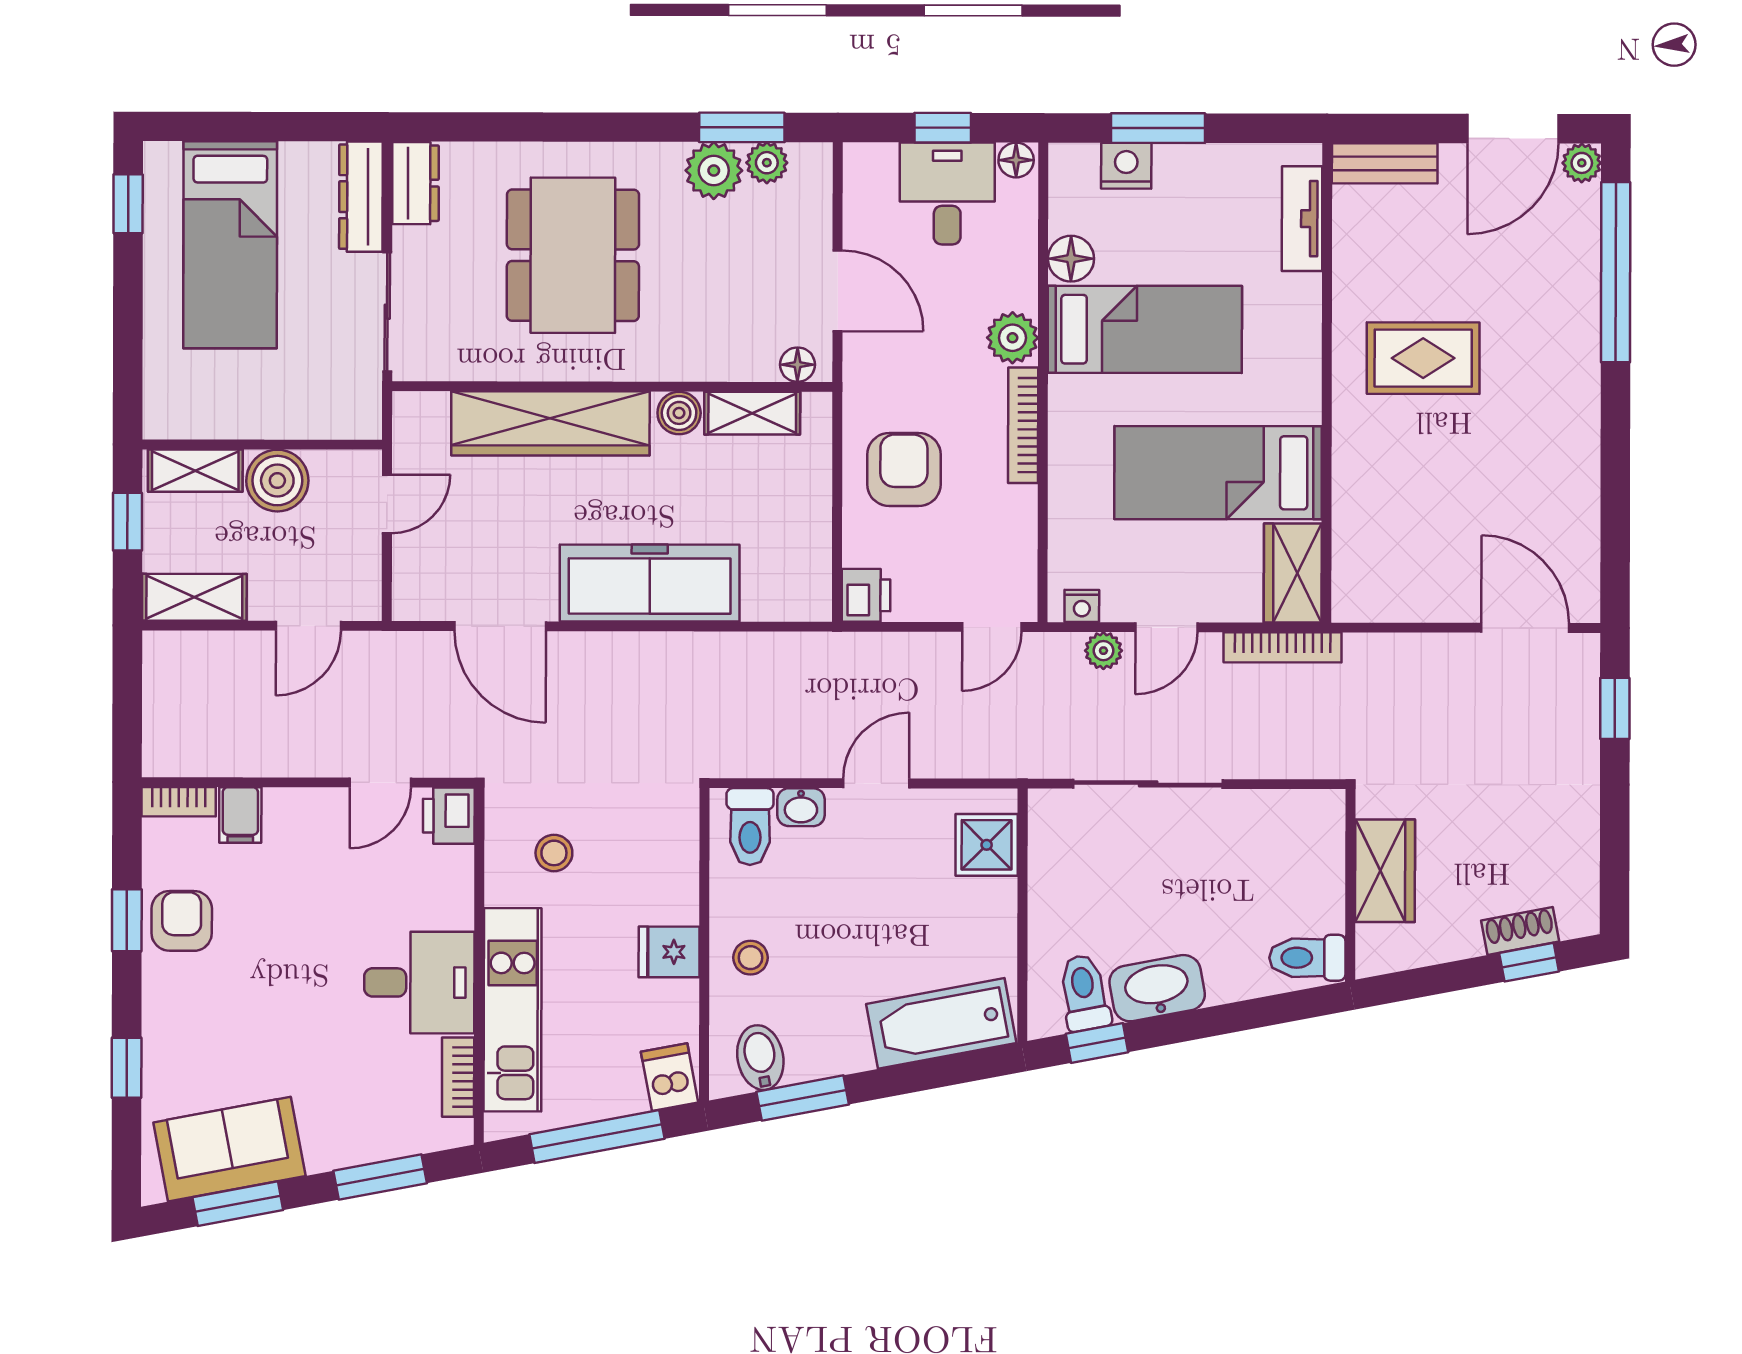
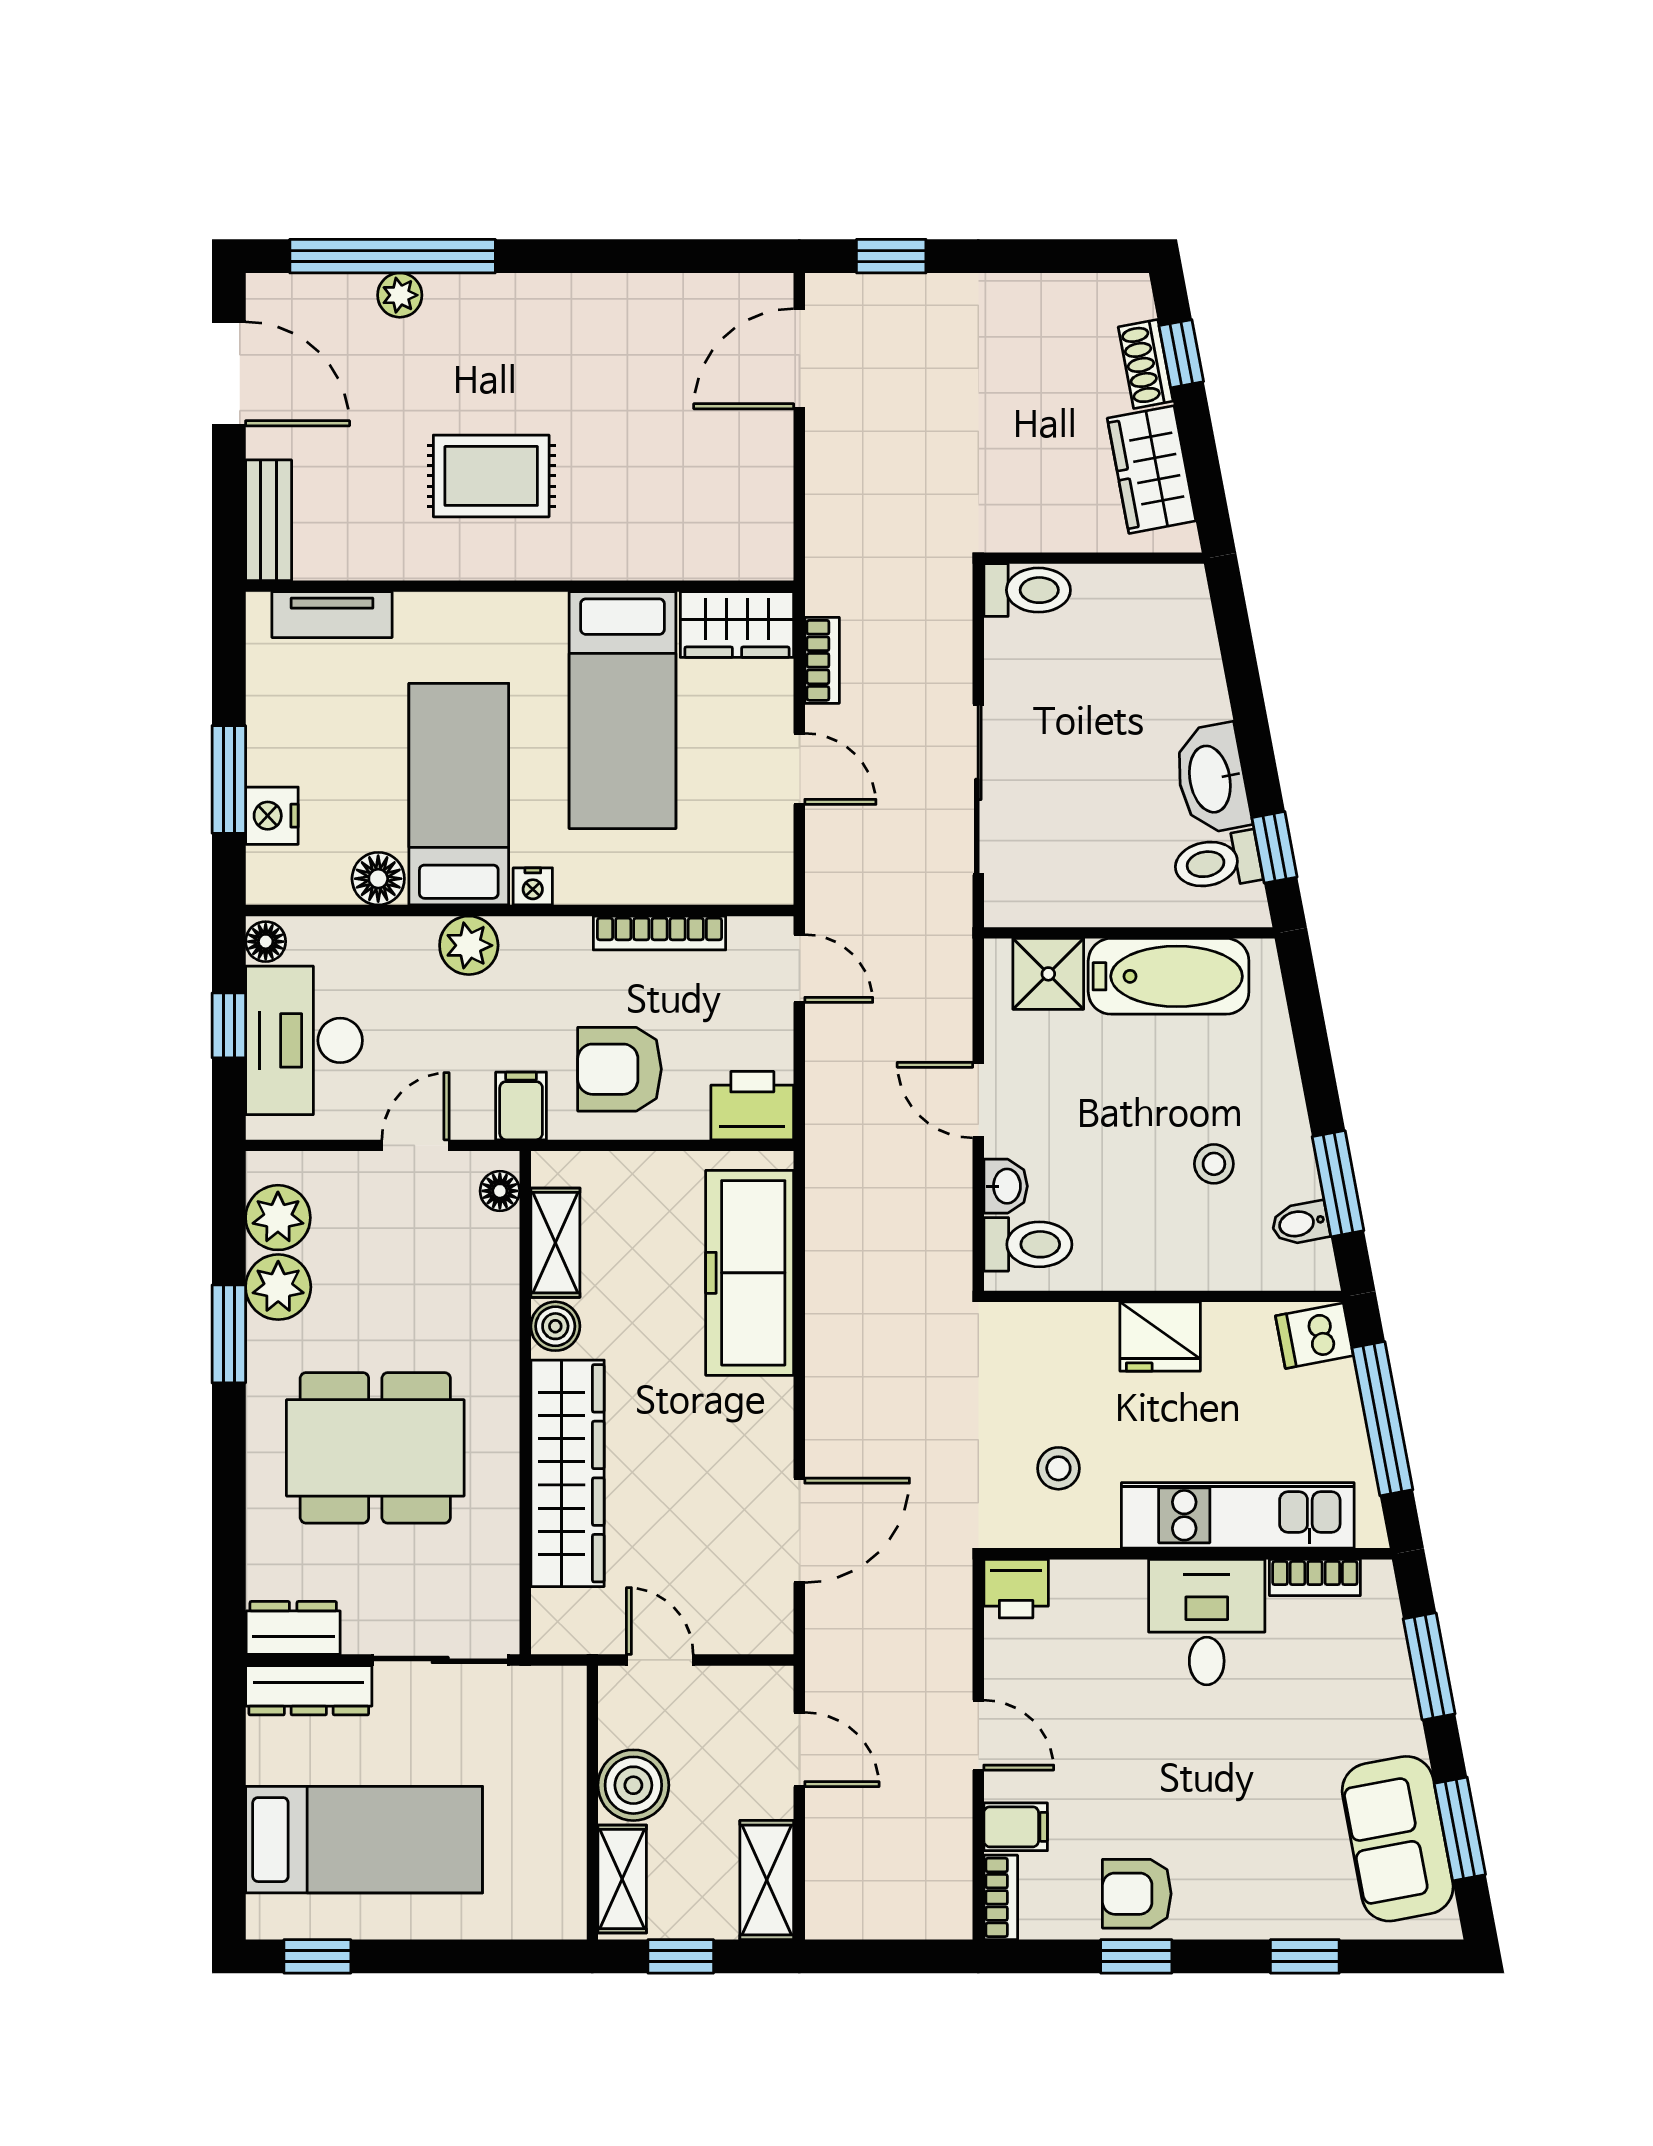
window: (742, 127) -> (229, 1334), moved
plant: (767, 163) -> (278, 1218), width x1.38, depth x1.38
plant: (1582, 163) -> (400, 295), moved
desk: (947, 193) -> (304, 1040), width x1.37
door: (838, 291) -> (415, 1145), width x0.73
rug: (1423, 358) -> (491, 476), turned 90
filing cabinet: (872, 383) -> (521, 1106), added
bookcase: (1023, 425) -> (659, 933), moved
freezer: (650, 583) -> (750, 1273), moved
printer: (866, 595) -> (752, 1106), width x1.36, depth x1.24
nightstand: (1082, 606) -> (533, 886), moved, turned 90
bookcase: (1282, 647) -> (822, 660), width x0.64
plant: (1103, 651) -> (826, 841), removed
door: (380, 782) -> (978, 1735), moved
wardrobe: (1385, 871) -> (1151, 470), moved, turned -101
fridge: (669, 952) -> (1160, 1337), width x1.38
stool: (750, 958) -> (1214, 1164), moved
toilet: (1307, 958) -> (1027, 590), moved, turned -90
bathtub: (941, 1023) -> (1169, 976), moved, turned -79
bidet: (760, 1058) -> (1300, 1223), width x0.72, depth x0.74

